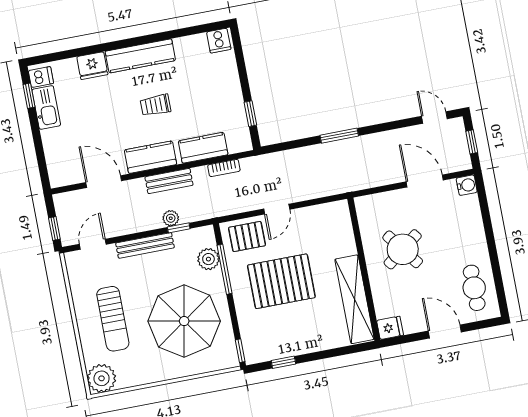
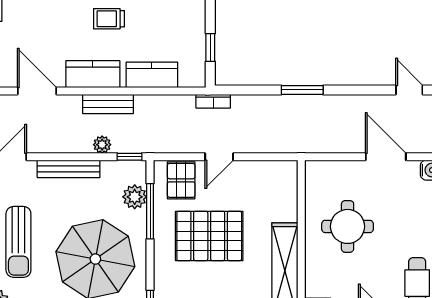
bookcase: (224, 168) -> (213, 101), moved
window: (179, 228) -> (129, 157), moved
pallet: (247, 237) -> (181, 180), turned 90
round table: (403, 249) -> (348, 226), turned 37

